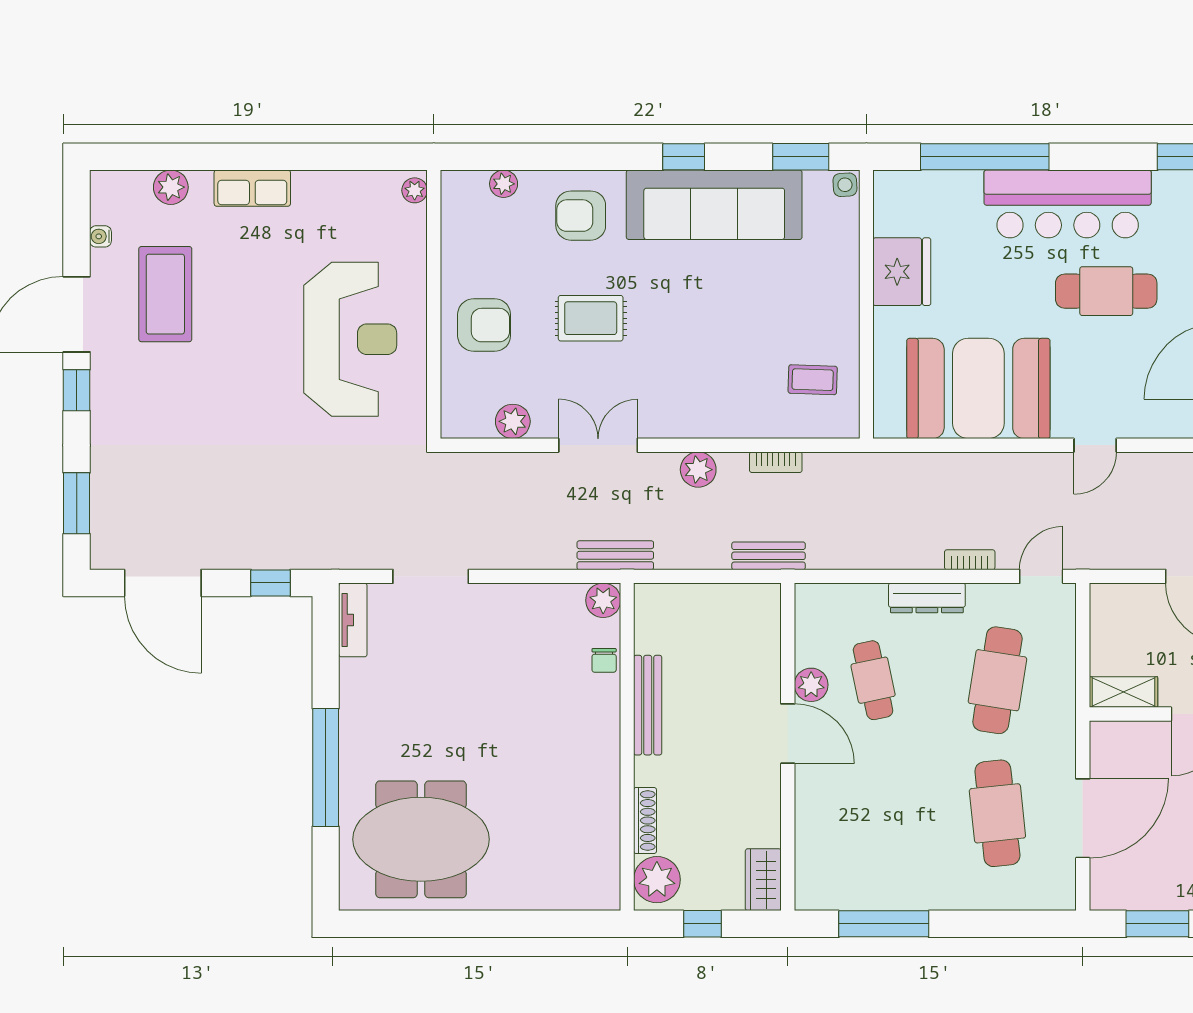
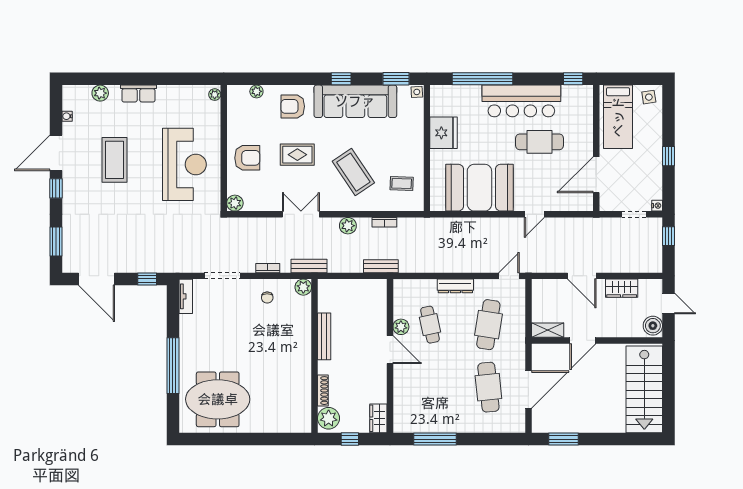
coffee table: (165, 294) -> (114, 160), moved
coffee table: (710, 355) -> (353, 172), added
plant: (513, 421) -> (235, 203), moved
bookcase: (970, 560) -> (268, 268), moved
chair: (604, 660) -> (267, 298), moved

